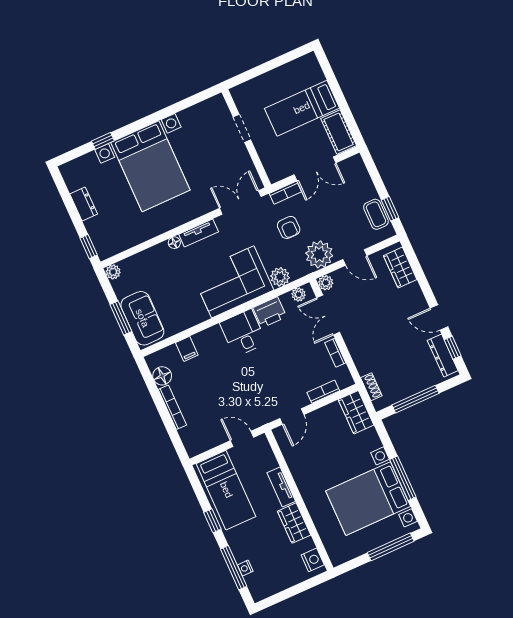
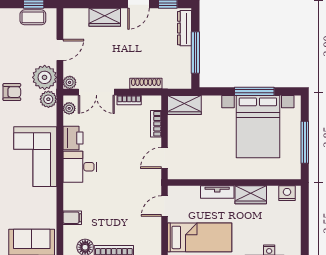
wardrobe: (400, 268) -> (105, 17), moved
plant: (280, 277) -> (48, 99), moved
dresser: (443, 356) -> (185, 28), moved, turned 90
shoe rack: (371, 387) -> (146, 83), moved, width x1.43
door: (292, 416) -> (165, 158), swing flipped
window: (391, 547) -> (305, 142), moved

